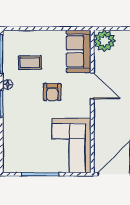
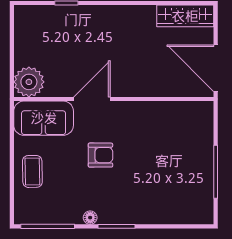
coffee table: (30, 63) -> (32, 171), moved
corner sofa: (71, 145) -> (175, 128), removed

